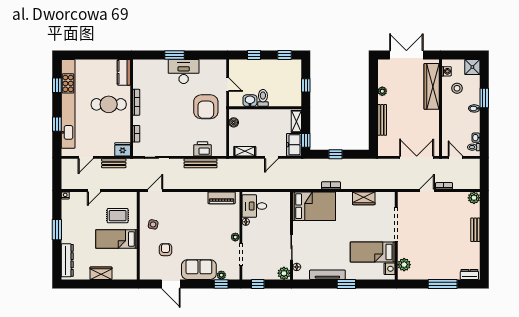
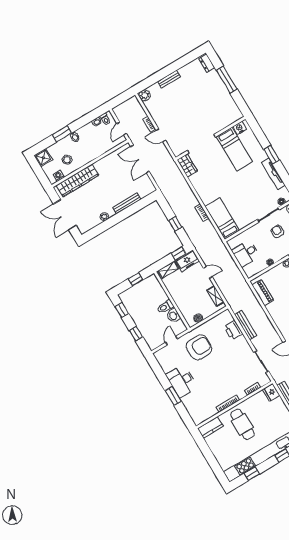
wardrobe: (364, 198) -> (187, 165), moved
desk: (254, 206) -> (246, 253), moved, turned 90
bed: (314, 206) -> (222, 218), width x0.67
armchair: (271, 246) -> (277, 231), added
plant: (404, 265) -> (230, 119), removed

